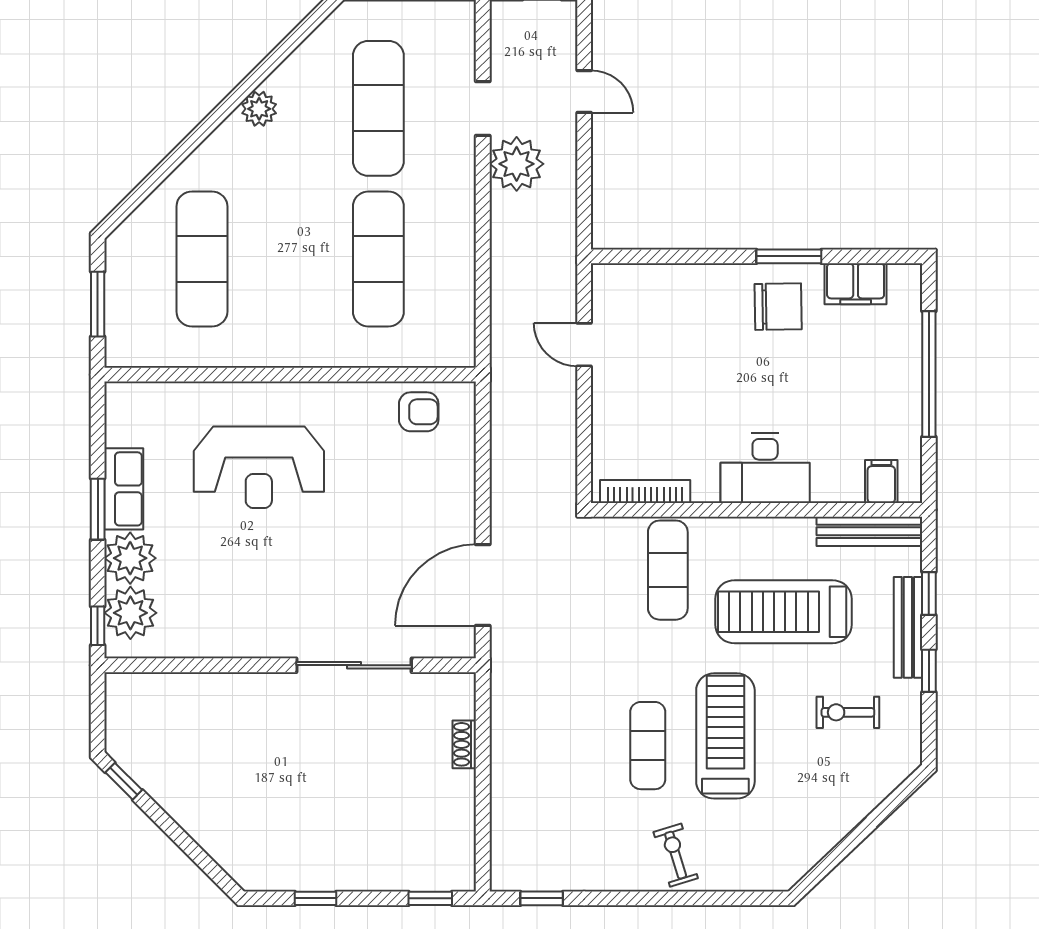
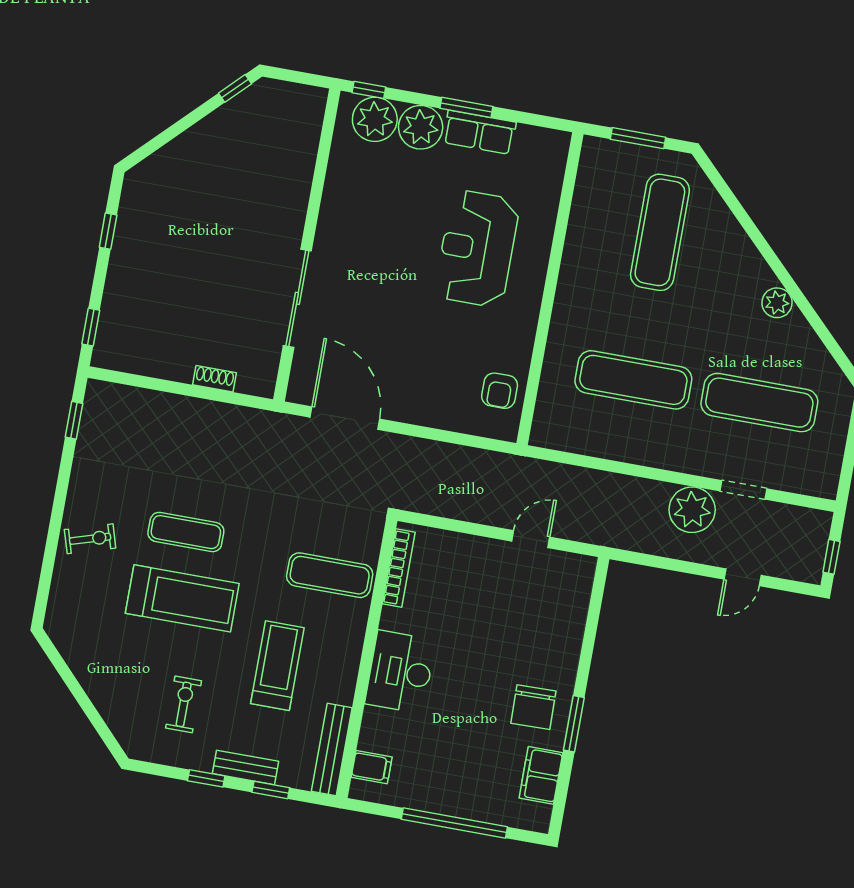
exercise mat: (202, 259) -> (660, 232), turned 90
treadmill: (783, 612) -> (277, 666), width x0.73, depth x0.73
bench: (908, 627) -> (246, 767), width x0.73

